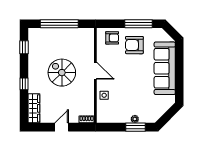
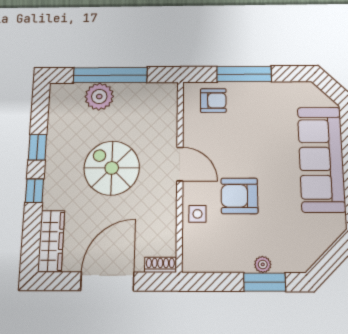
window: (139, 24) -> (244, 74), moved
plant: (54, 35) -> (99, 97), added
armchair: (134, 45) -> (239, 196), moved
window: (24, 47) -> (37, 147), moved
door: (62, 127) -> (107, 281), width x1.87

